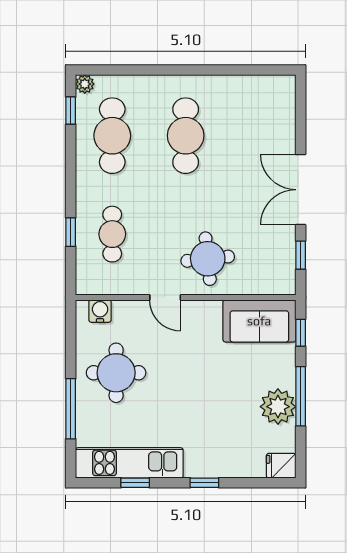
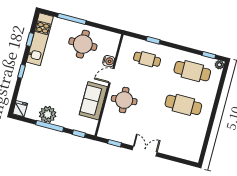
double door: (301, 190) -> (145, 151), width x0.73
water cooler: (100, 311) -> (109, 61), moved
sofa: (259, 321) -> (93, 101), moved

